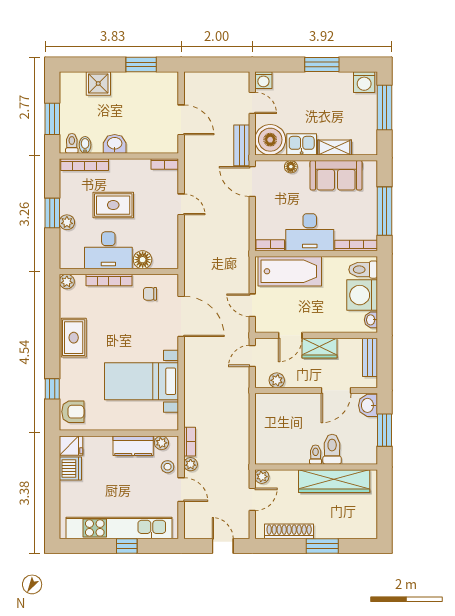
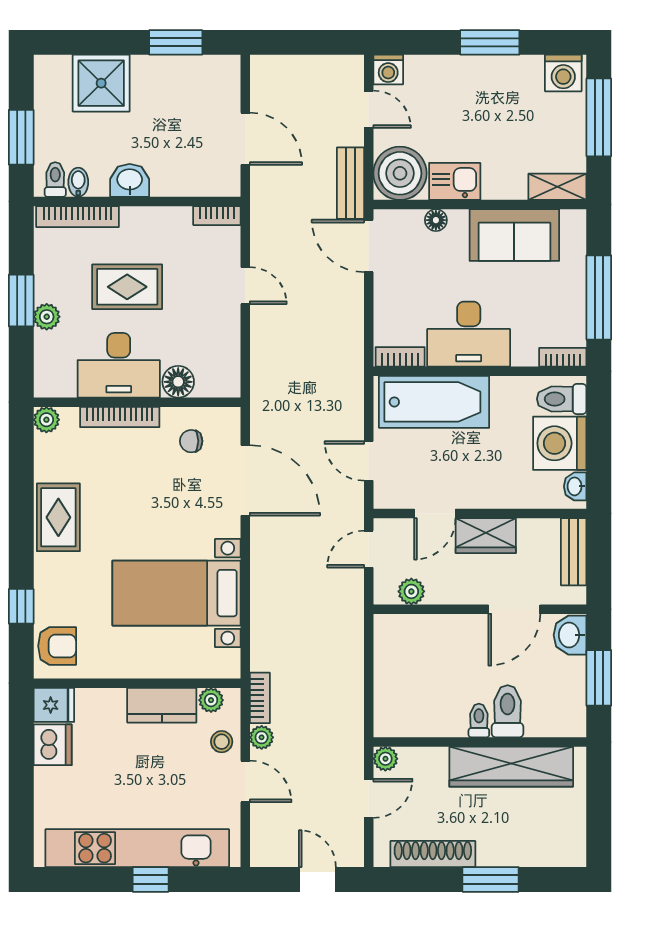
shower: (98, 83) -> (101, 83), width x1.36, depth x1.36
shelving: (335, 148) -> (557, 187), moved
bookcase: (356, 246) -> (563, 357), width x0.64

